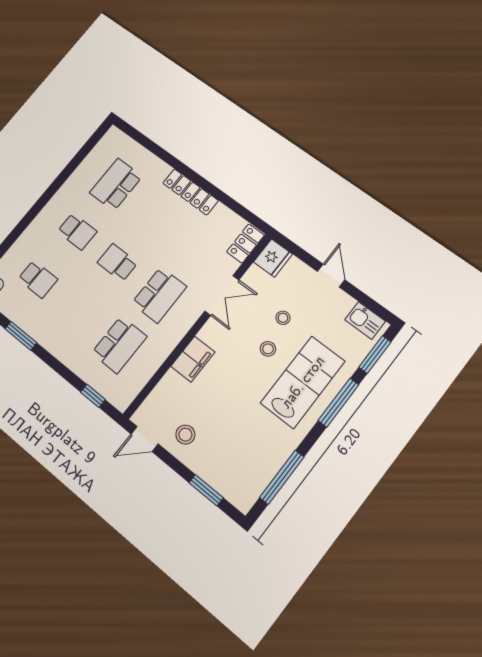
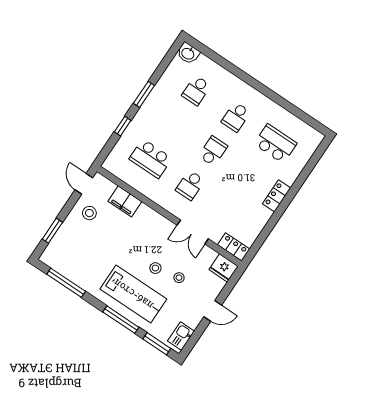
locker: (190, 192) -> (277, 196), width x0.66
school desk: (159, 295) -> (190, 185), width x0.54
window: (21, 336) -> (144, 94), moved
filing cabinet: (193, 359) -> (125, 201), moved
window: (93, 396) -> (123, 126), moved

